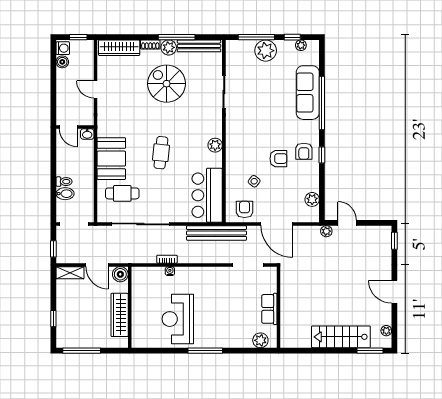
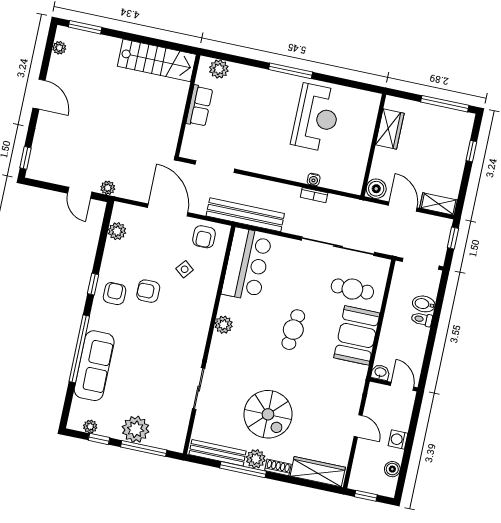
washing machine: (63, 48) -> (398, 439), moved
wardrobe: (120, 315) -> (390, 129), width x0.67
stairs: (341, 337) -> (157, 60), moved

